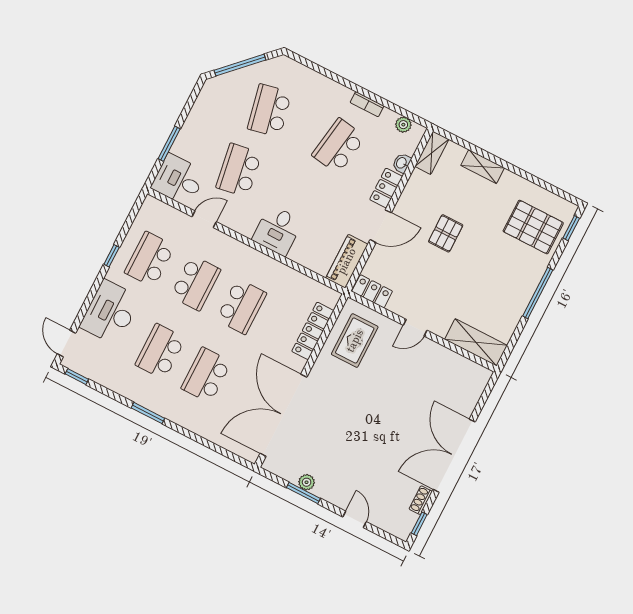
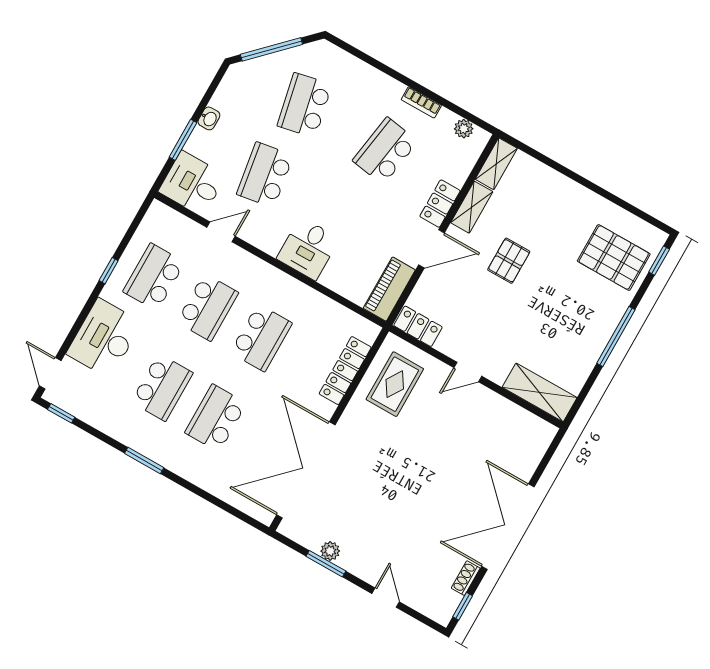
washbasin: (402, 163) -> (209, 118), moved, turned 180
shelving: (483, 167) -> (472, 207), moved, turned 90
school desk: (160, 351) -> (162, 387), turned 180

